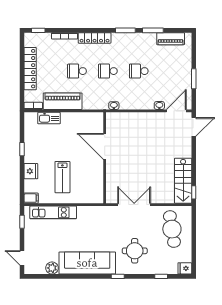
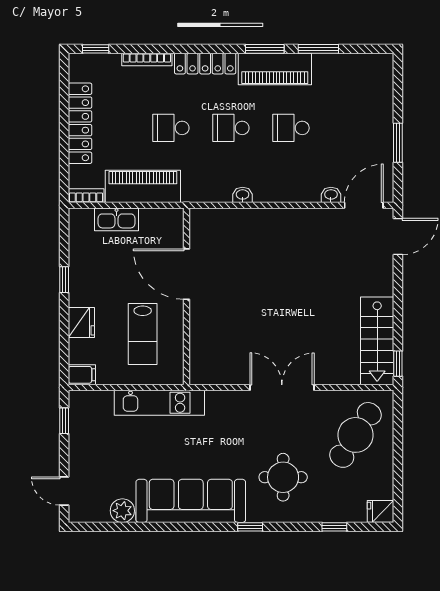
piano: (171, 39) -> (275, 69), moved, width x1.37, depth x1.33
door: (105, 146) -> (186, 274), moved
wall: (105, 158) -> (186, 296), moved
kitchen unit: (53, 212) -> (159, 403), moved
cafe table: (172, 229) -> (356, 435), turned 42

